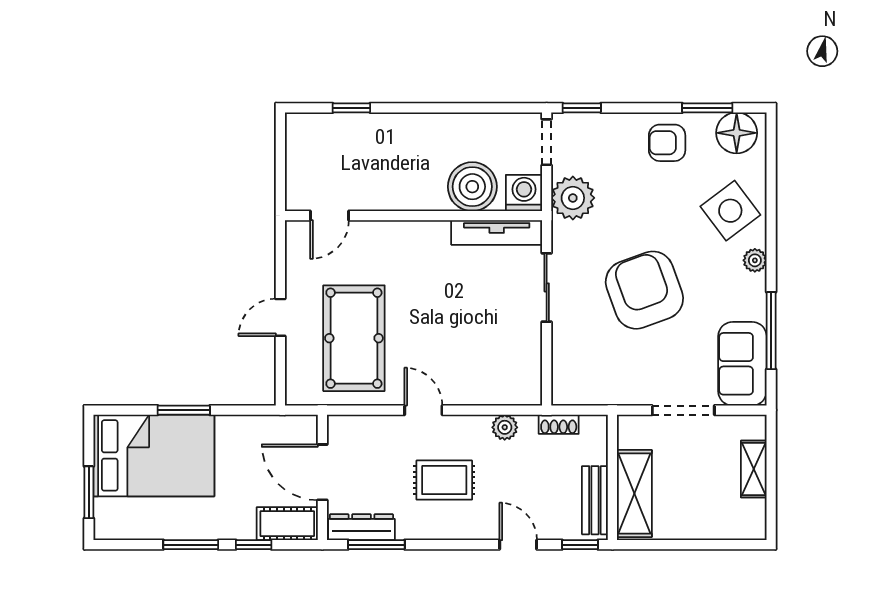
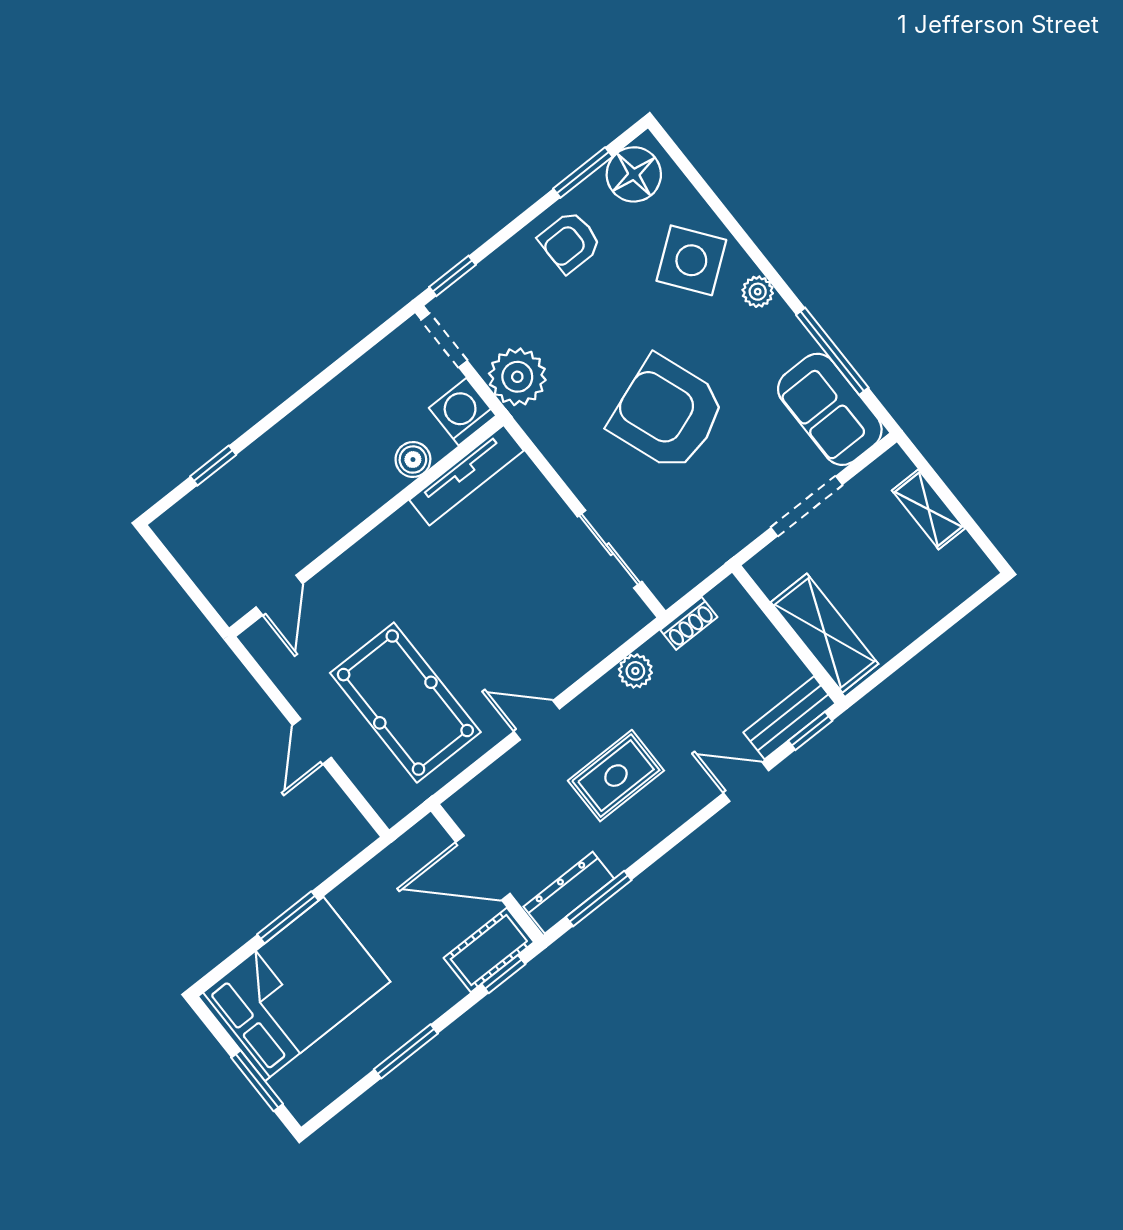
boiler: (472, 187) -> (413, 460), width x0.54, depth x0.54
sliding door: (547, 287) -> (610, 549), moved
bench: (595, 500) -> (789, 718), moved, turned 90
window: (254, 545) -> (503, 974), moved

